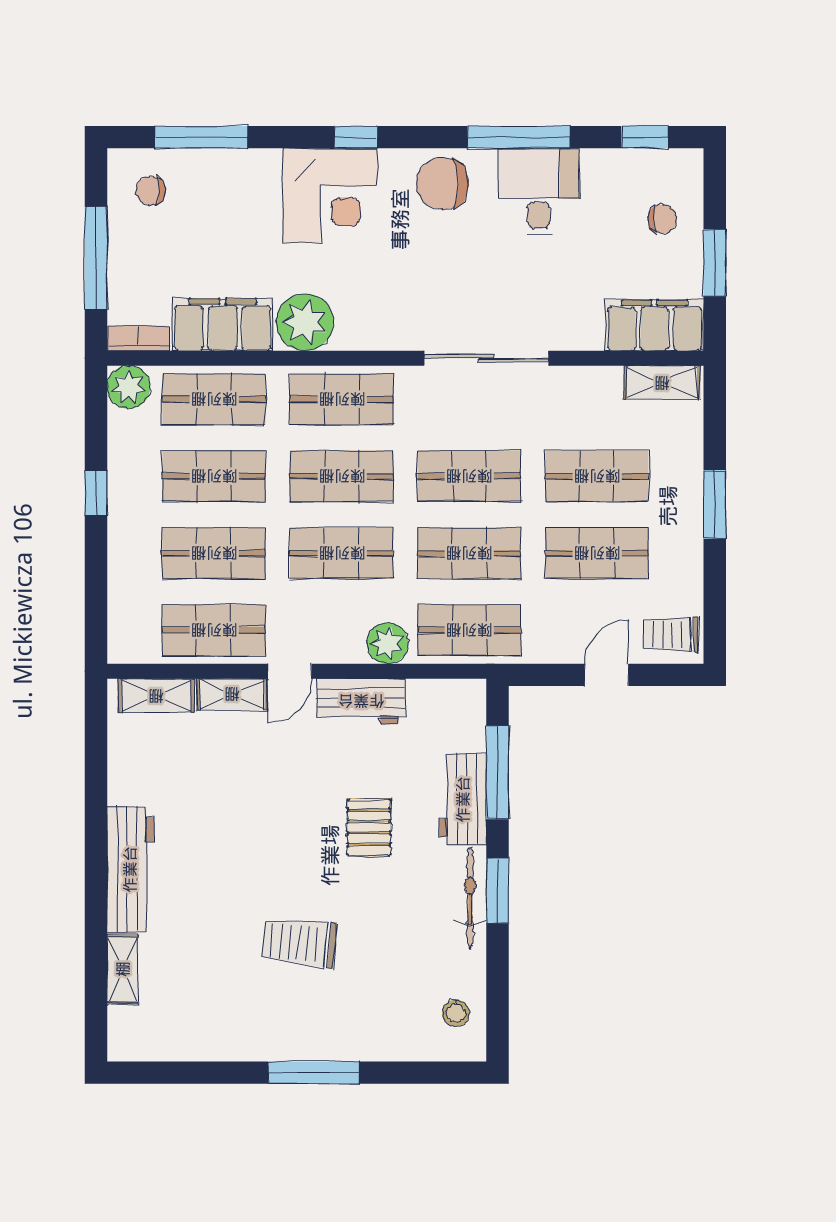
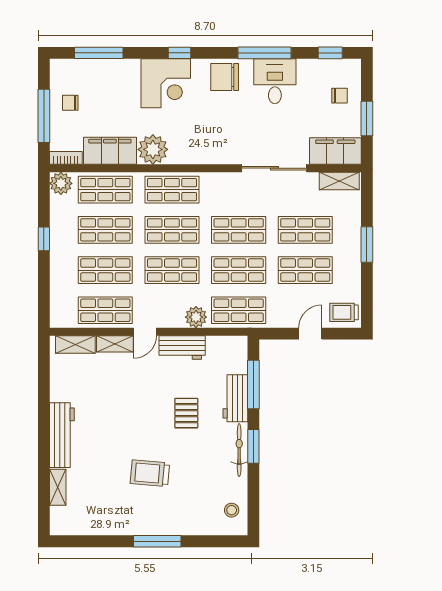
chair: (151, 191) -> (70, 103), moved
sliding door: (486, 358) -> (274, 168), moved

